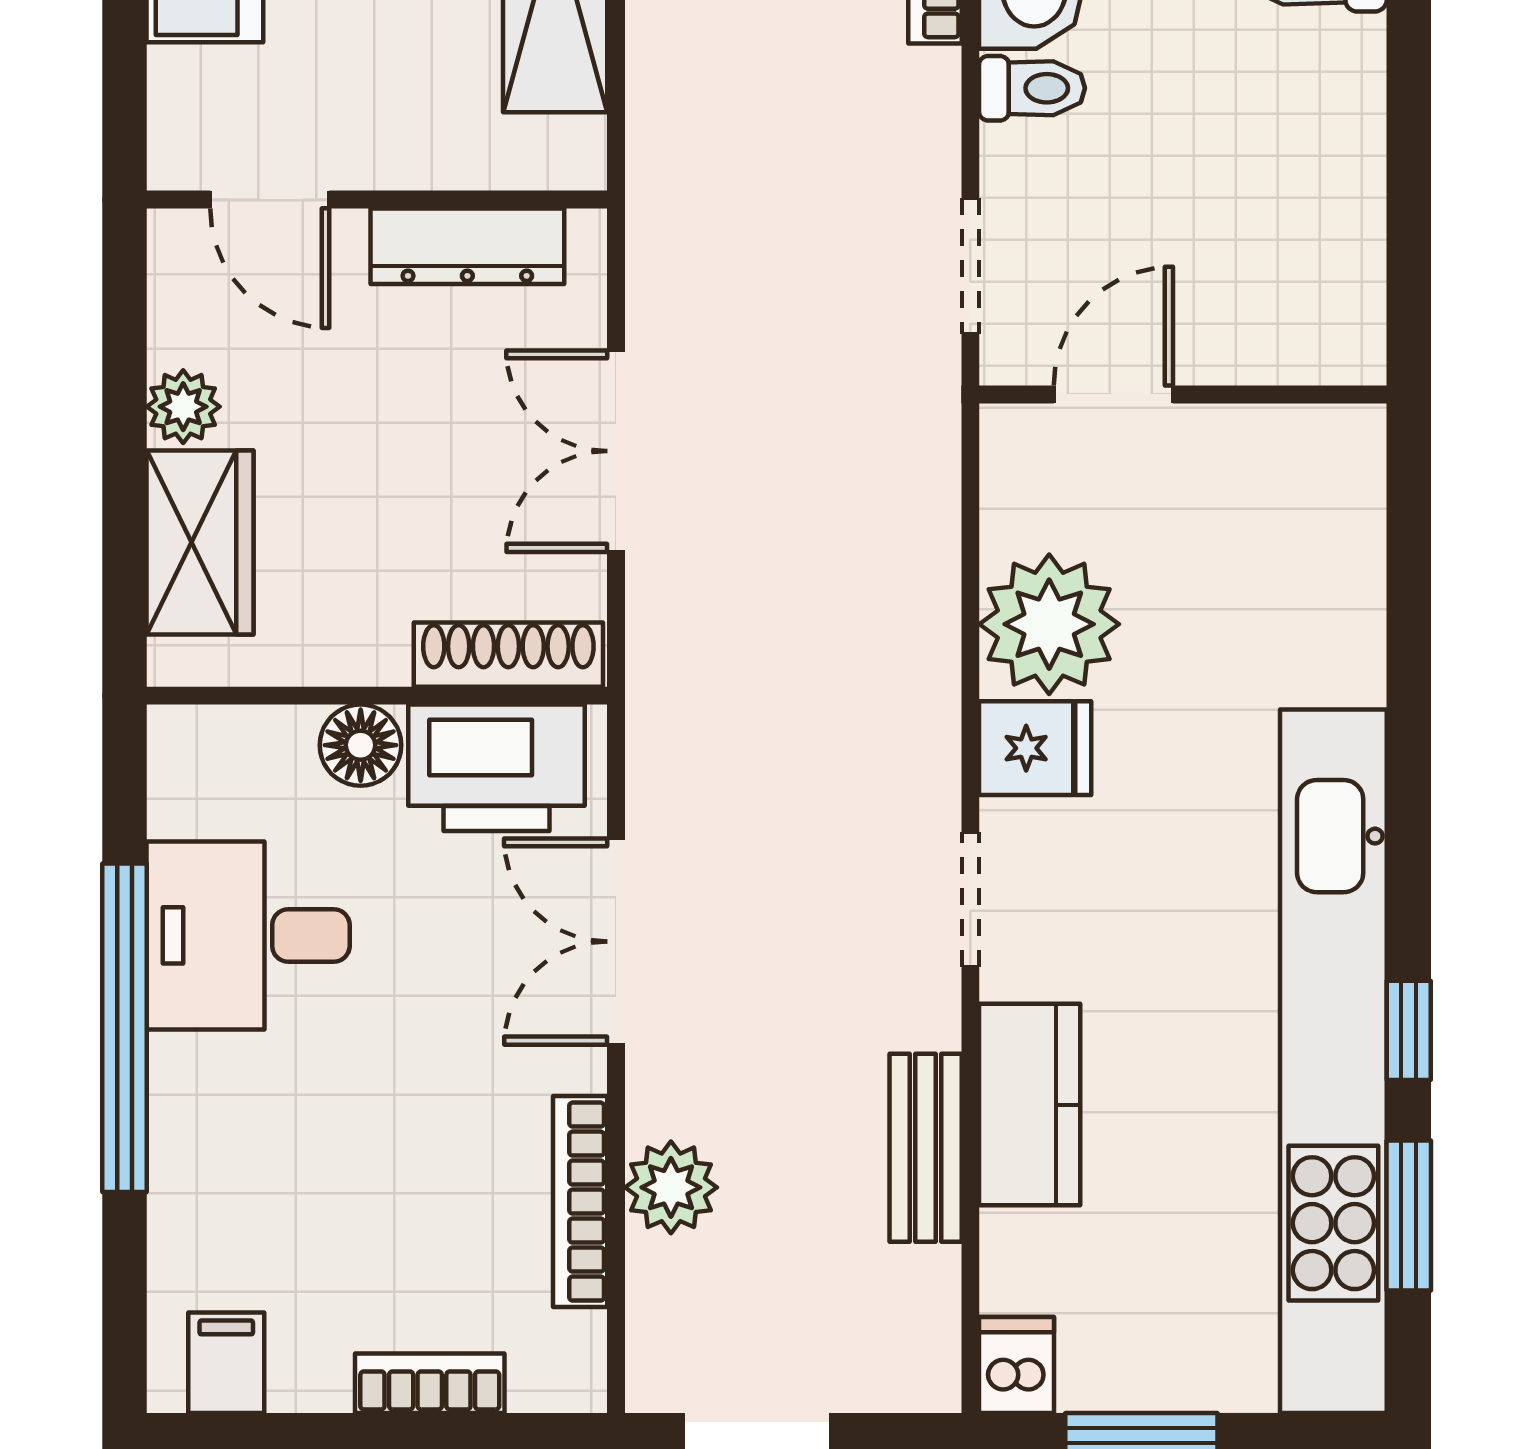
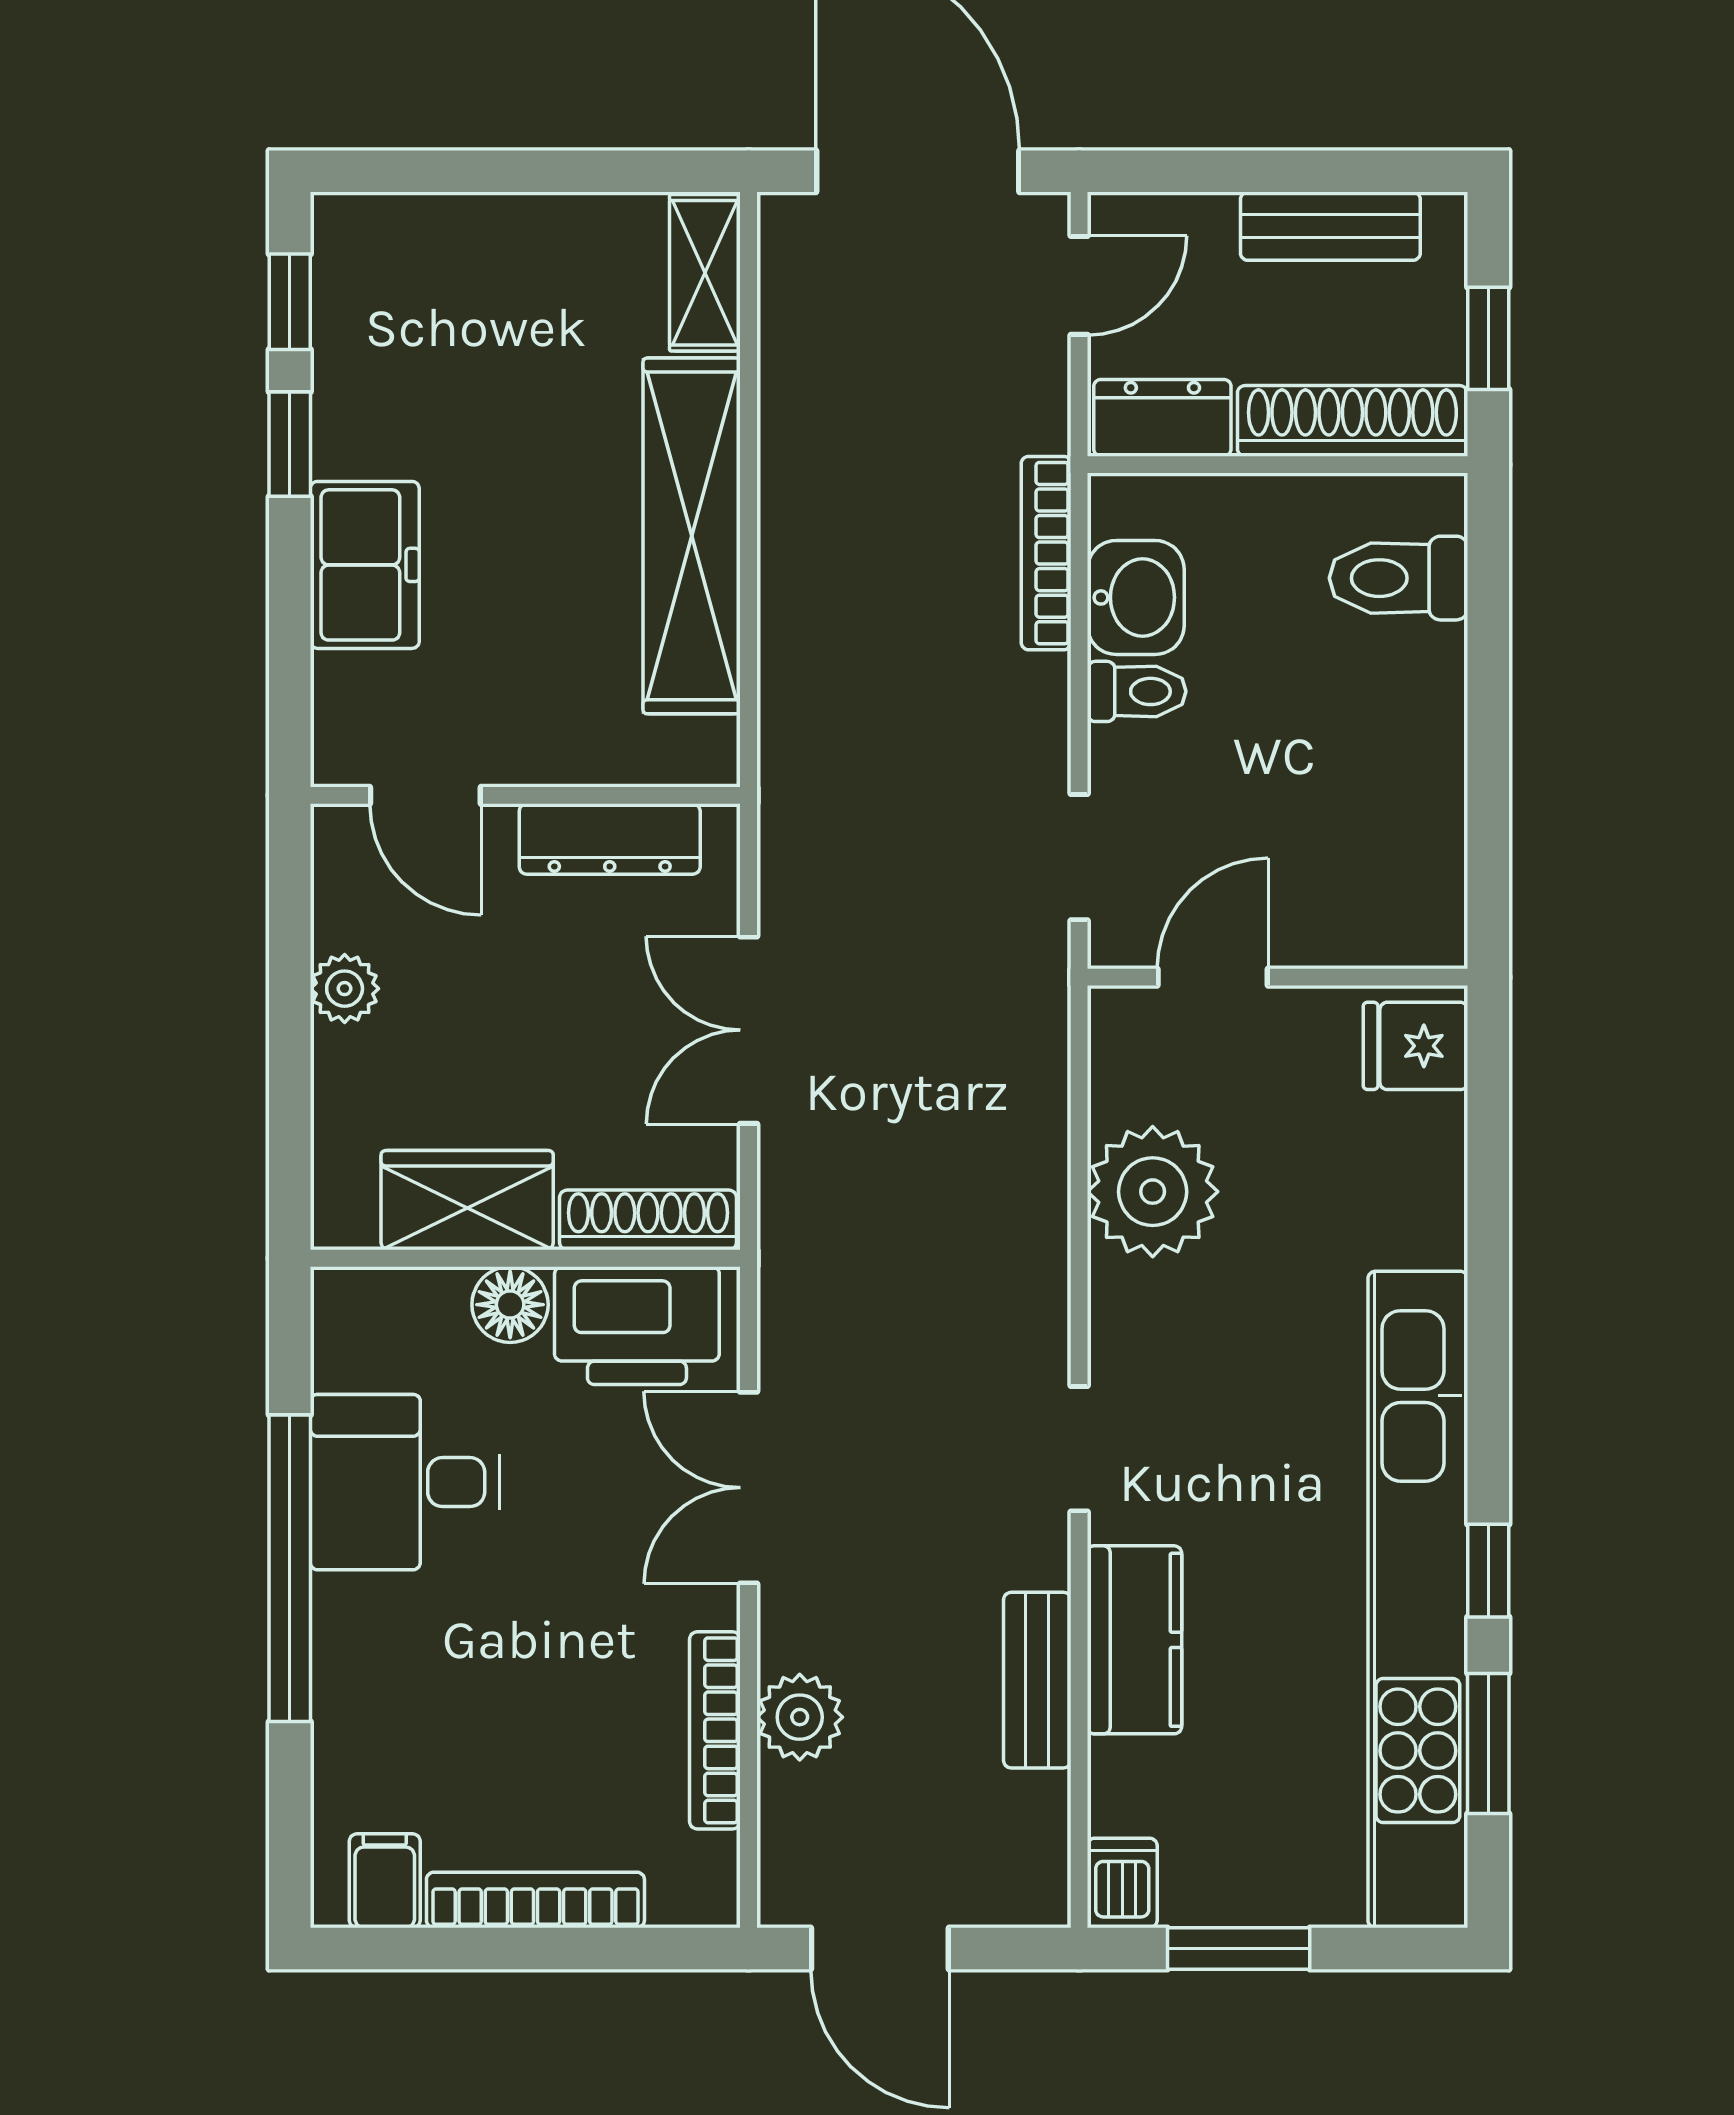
wardrobe: (200, 542) -> (467, 1200), moved, turned -90
fridge: (1035, 748) -> (1415, 1046), moved, turned 180
bookcase: (430, 1383) -> (535, 1900), width x1.56

